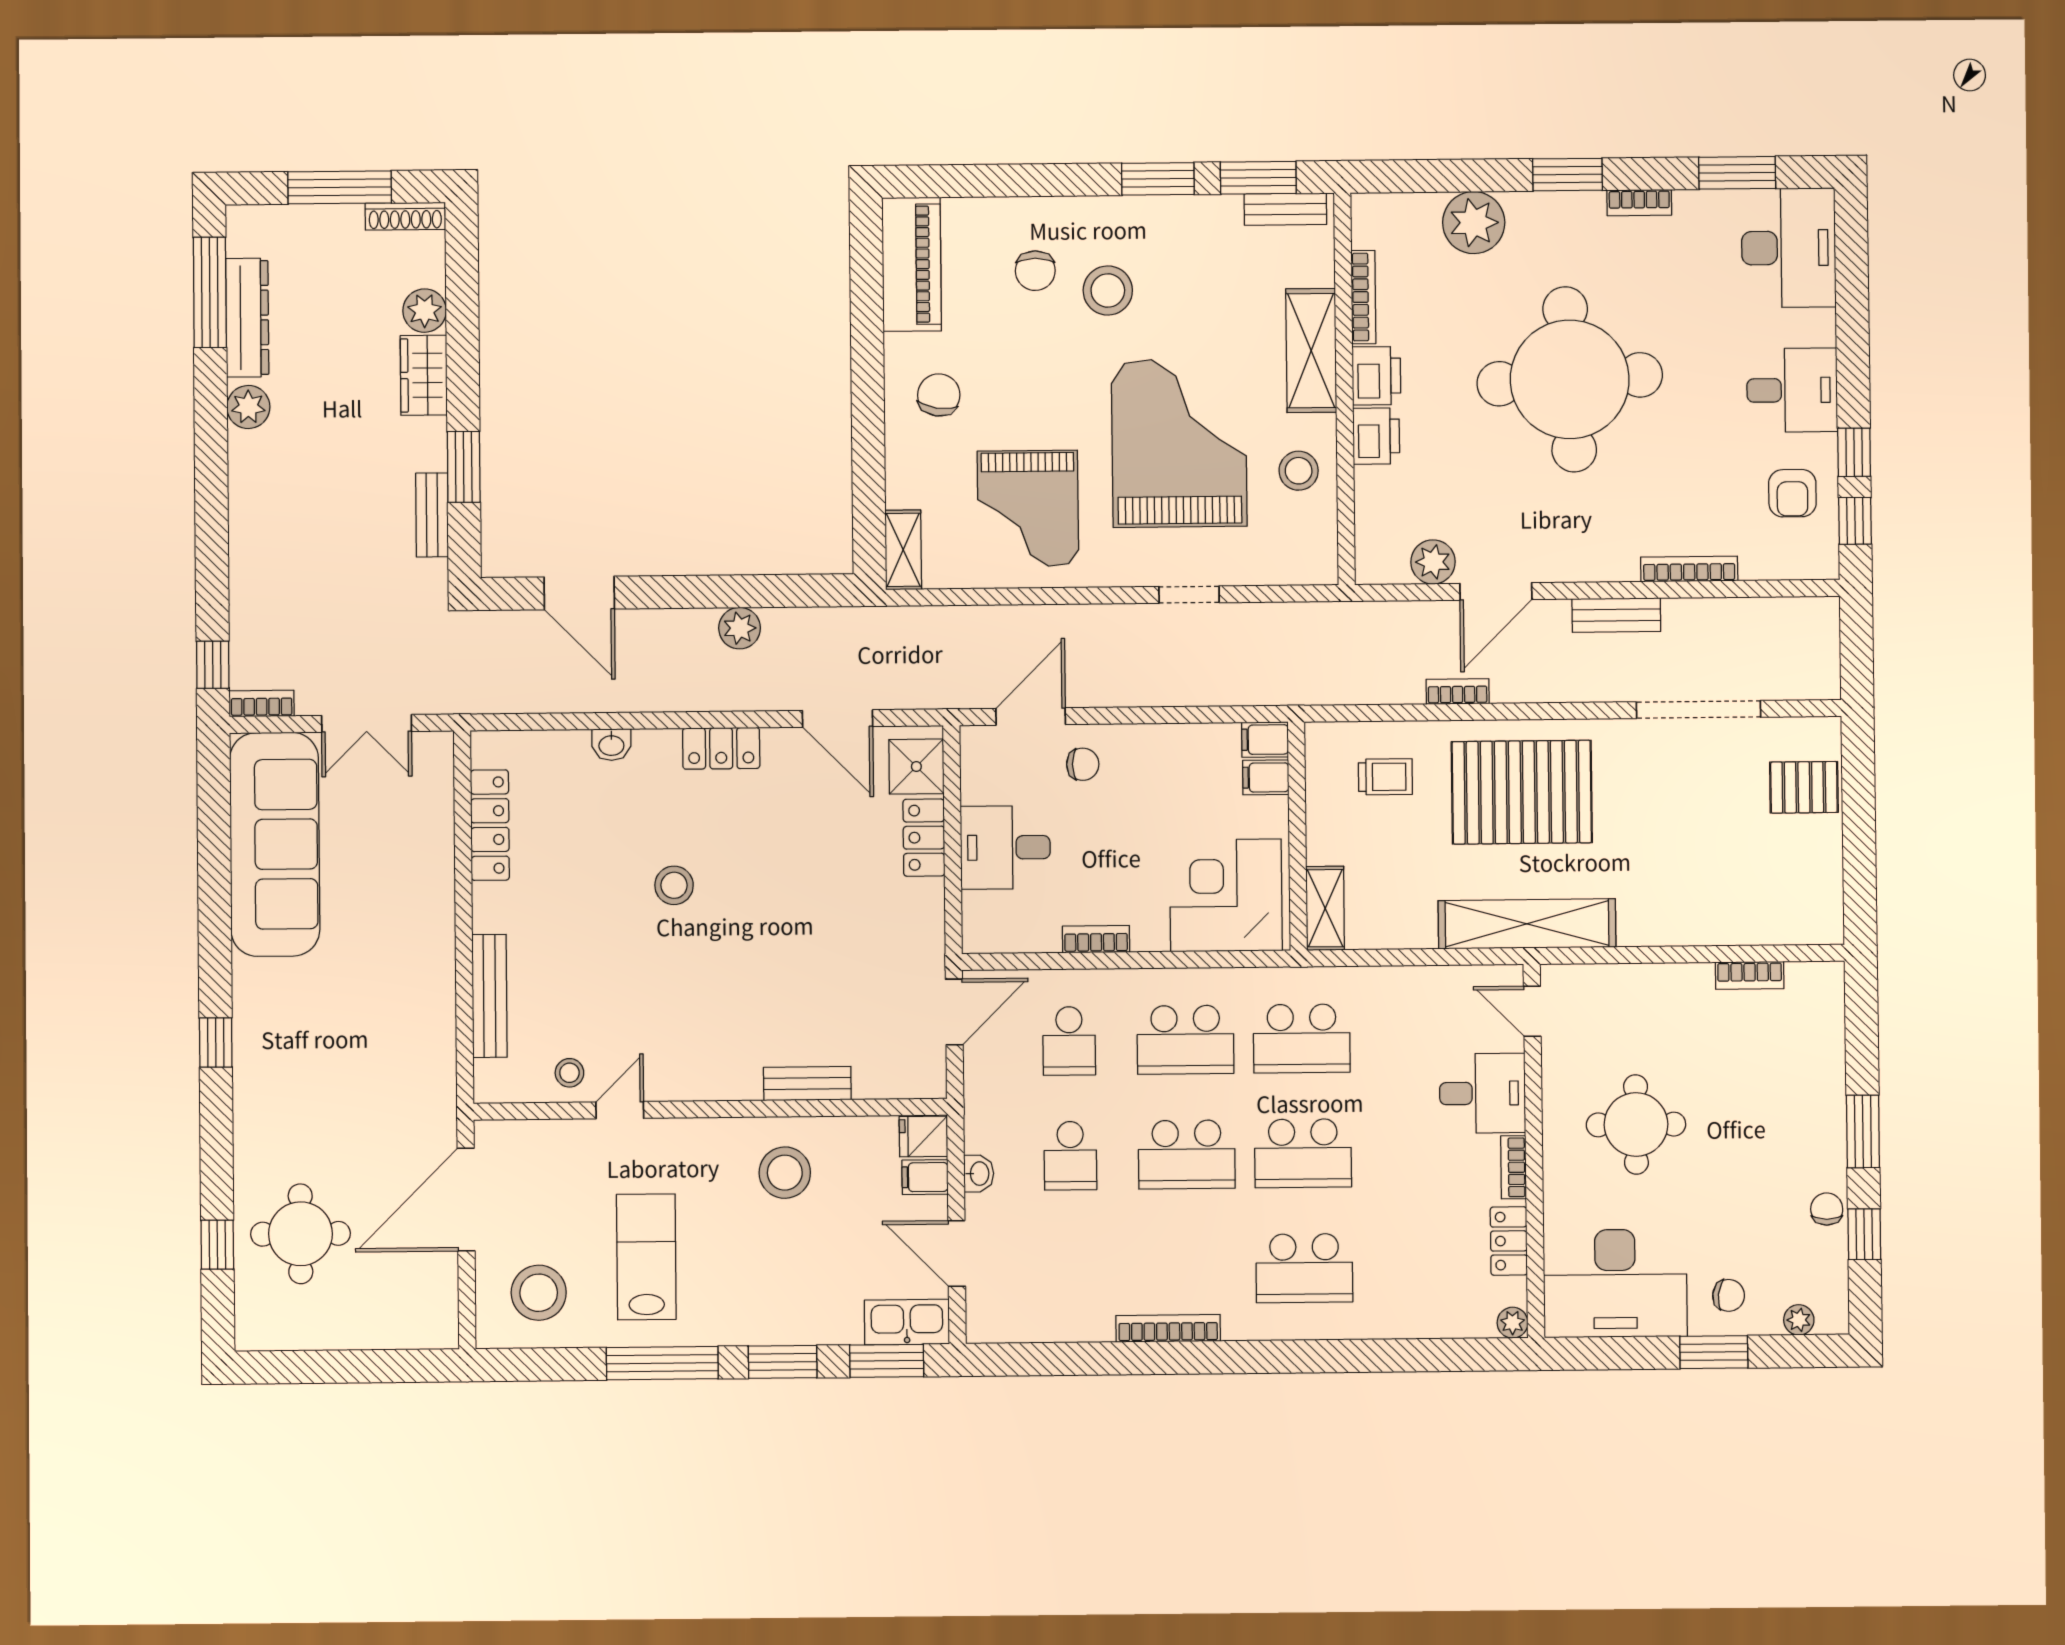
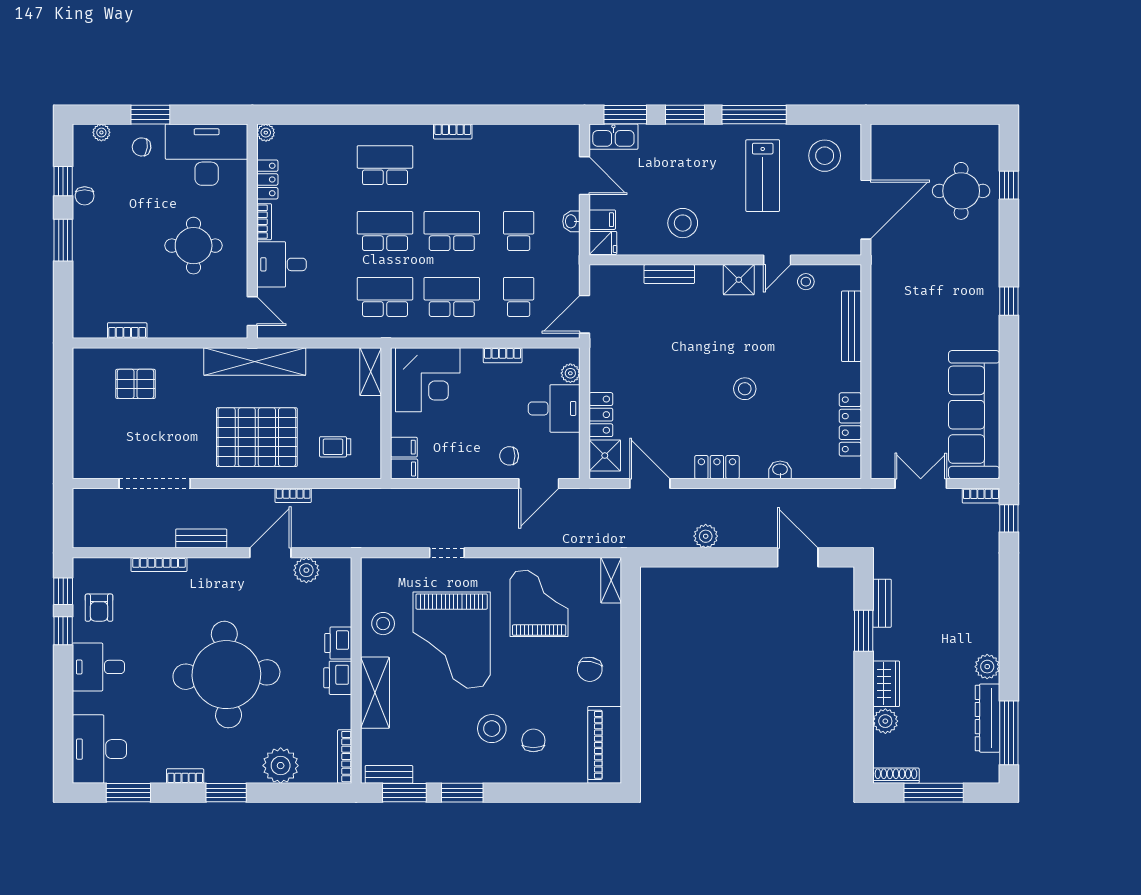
bookcase: (1363, 297) -> (345, 757), moved
armchair: (1792, 493) -> (99, 608), turned 180
pallet: (1804, 787) -> (135, 384), moved
plant: (978, 909) -> (570, 373), added
shower: (686, 1075) -> (739, 280), added
bookcase: (1168, 1328) -> (453, 131), width x0.64

